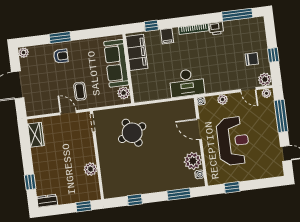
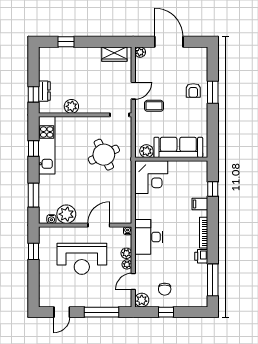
filing cabinet: (137, 52) -> (187, 170), removed
plant: (24, 53) -> (140, 52), moved
desk: (187, 83) -> (148, 237), moved
corner desk: (148, 85) -> (151, 177), added
plant: (266, 93) -> (127, 264), moved
kitchen unit: (130, 188) -> (47, 145), added
dresser: (47, 201) -> (44, 91), moved

